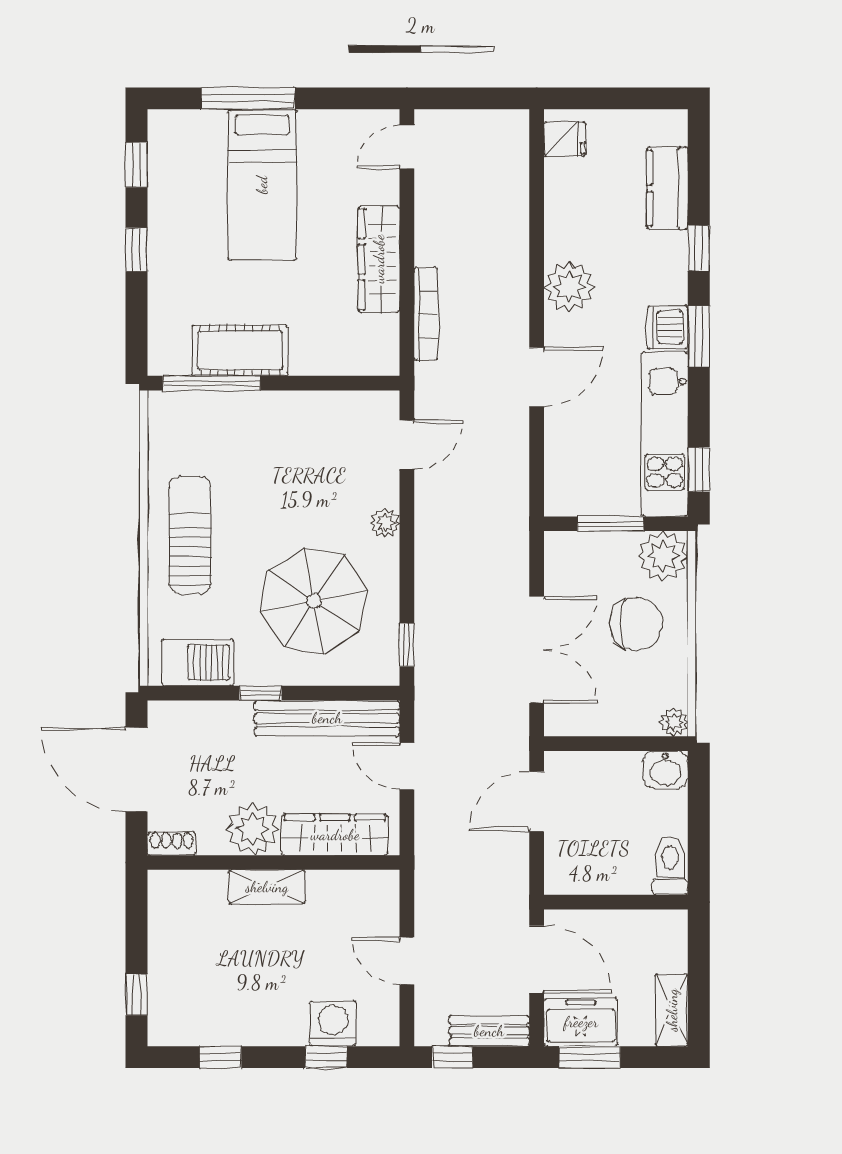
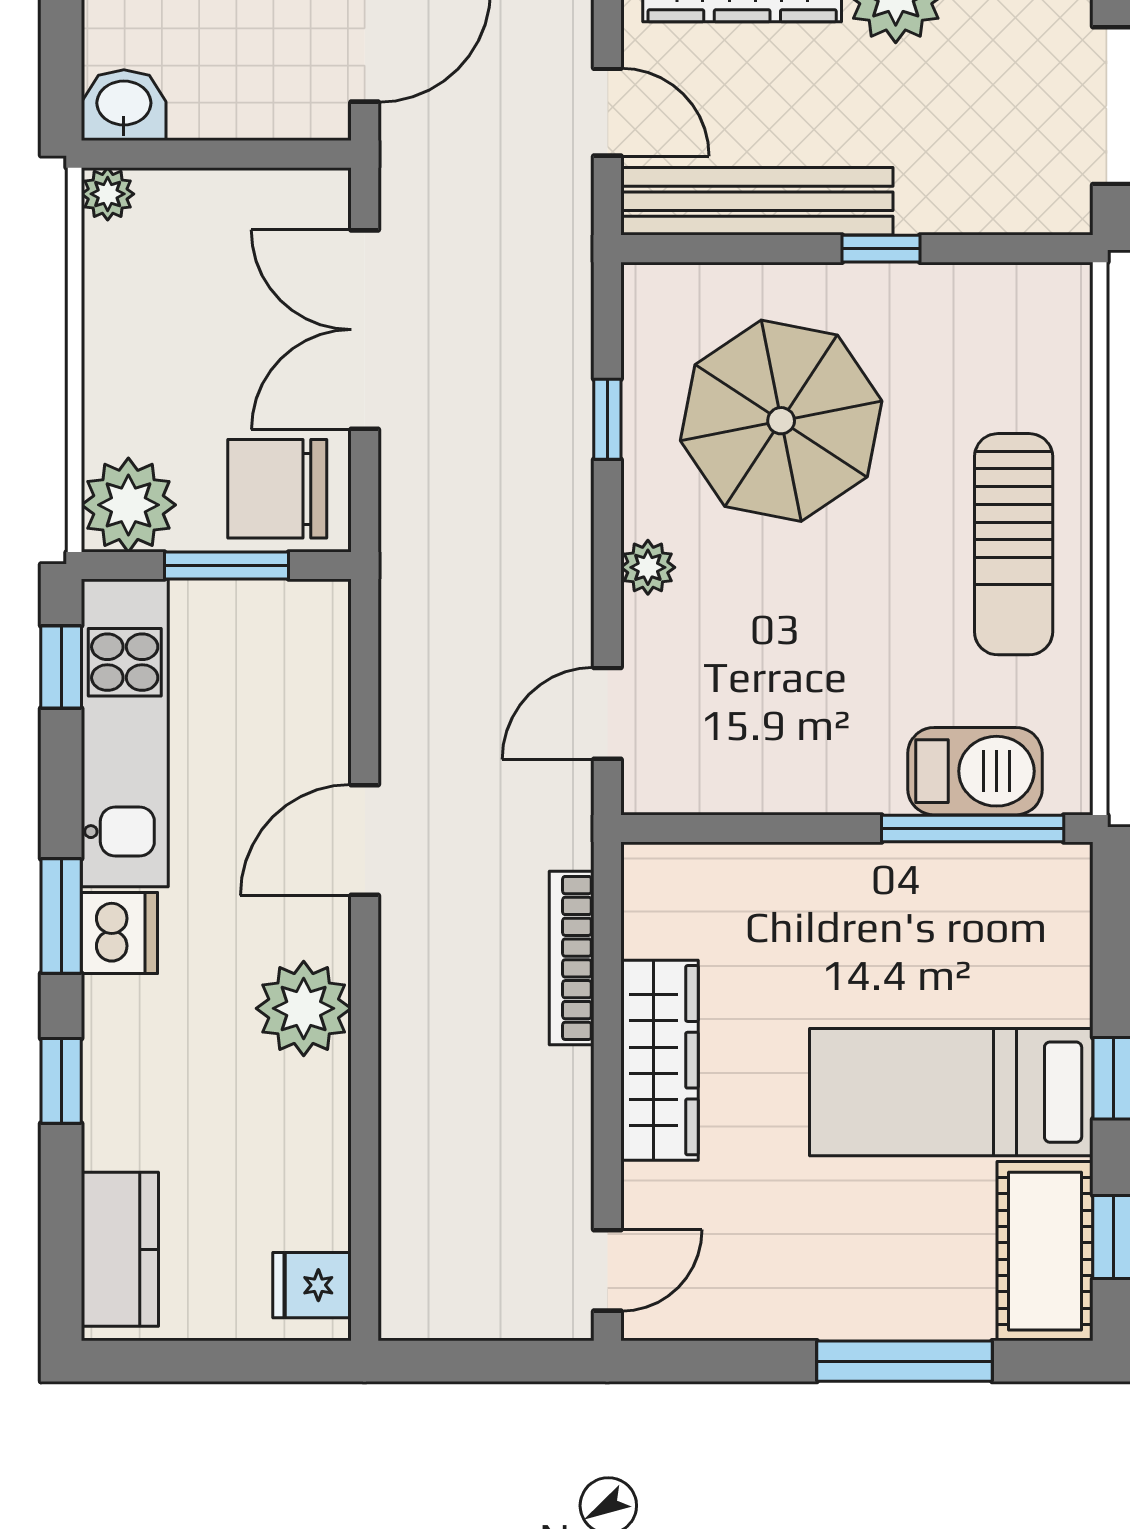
bed: (262, 185) -> (951, 1092), moved, turned -90
kitchen counter: (667, 188) -> (120, 1249), moved
cot: (240, 350) -> (1045, 1251), moved, turned 90
chair: (636, 624) -> (277, 489), moved
window: (407, 645) -> (607, 419), moved
barbecue: (198, 662) -> (975, 771), moved, turned 180

